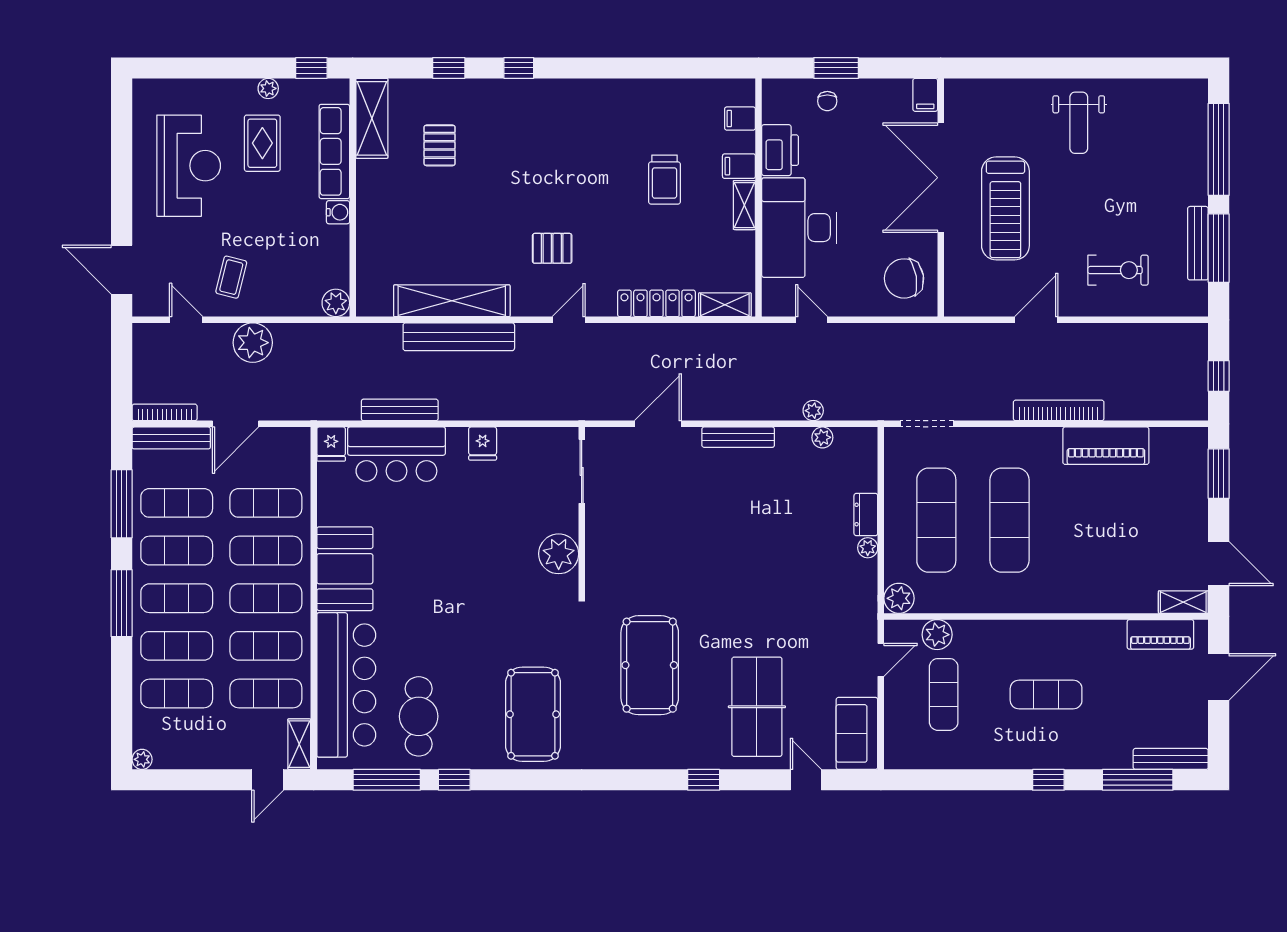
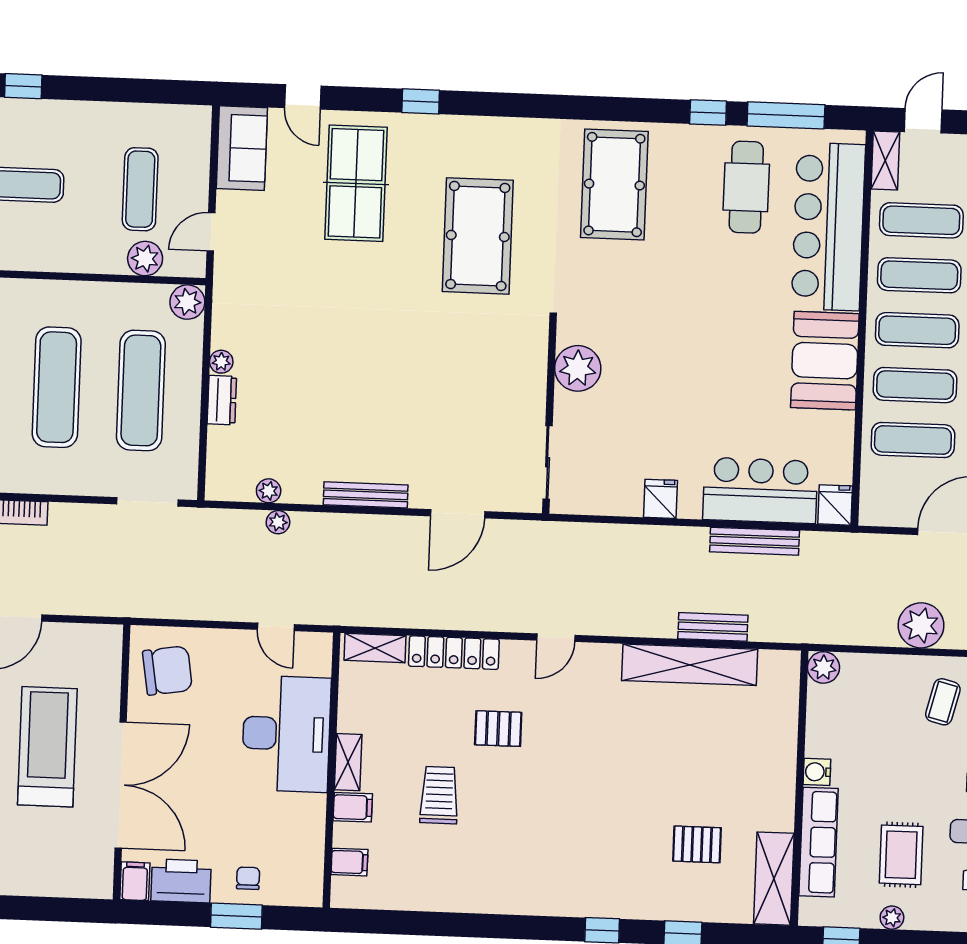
pallet: (440, 145) -> (697, 844), turned 90
printer: (780, 150) -> (181, 881), moved, turned 90
pallet: (552, 248) -> (498, 729), moved
bench: (459, 337) -> (713, 627), width x0.54, depth x0.82

